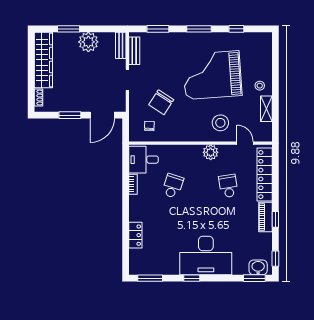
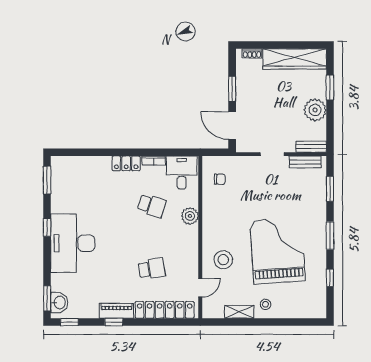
chair: (161, 102) -> (247, 193), removed
plant: (211, 152) -> (190, 216), moved
locker: (135, 235) -> (126, 163), moved

